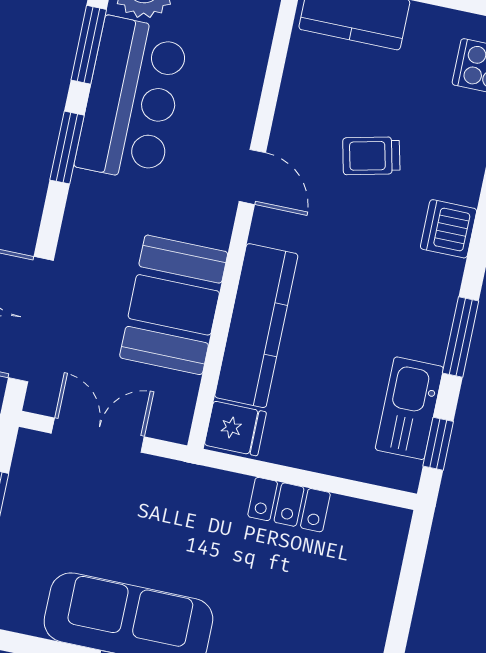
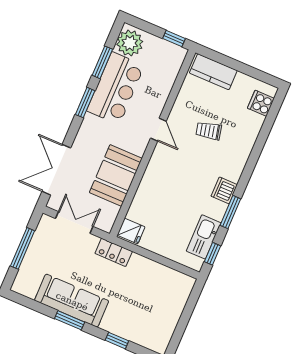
dishwasher: (449, 229) -> (224, 190), moved
kitchen counter: (256, 326) -> (148, 191), removed
locker: (289, 505) -> (114, 252), moved

